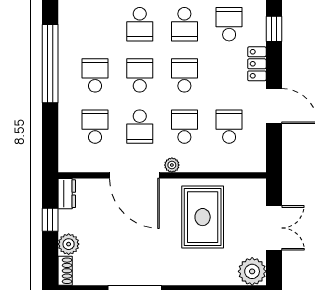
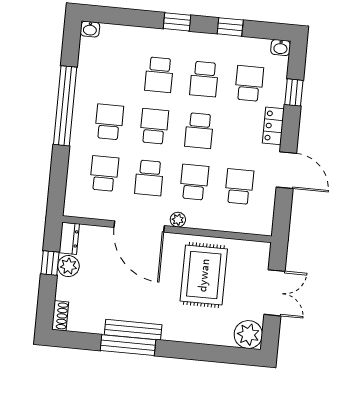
school desk: (184, 75) -> (199, 131), turned 180
plant: (69, 244) -> (68, 266), moved
bench: (138, 278) -> (133, 330), added

